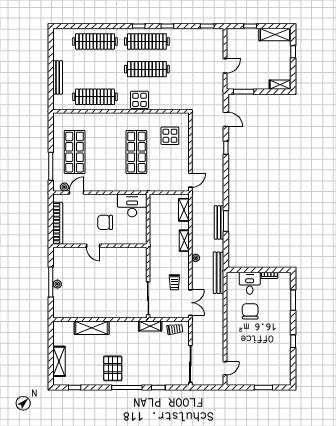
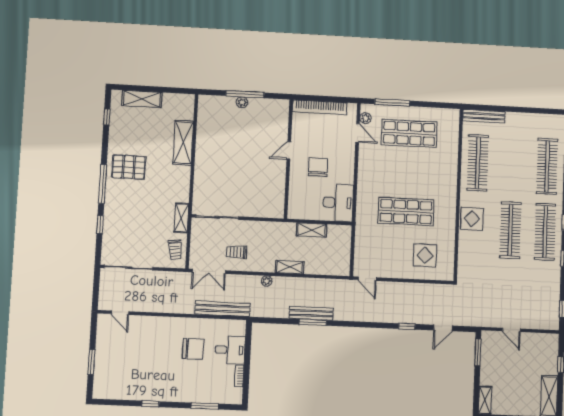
bench: (58, 77) -> (484, 116), moved
shelving: (184, 210) -> (312, 230), moved
bench: (219, 273) -> (222, 309), moved

